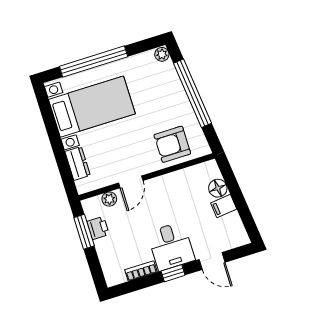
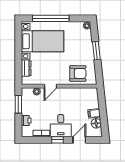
window: (193, 93) -> (96, 51), width x0.47
armchair: (172, 144) -> (78, 73), turned 180
floor lamp: (218, 188) -> (96, 123), moved
printer: (98, 228) -> (26, 121), moved
door: (212, 261) -> (79, 140), swing flipped

